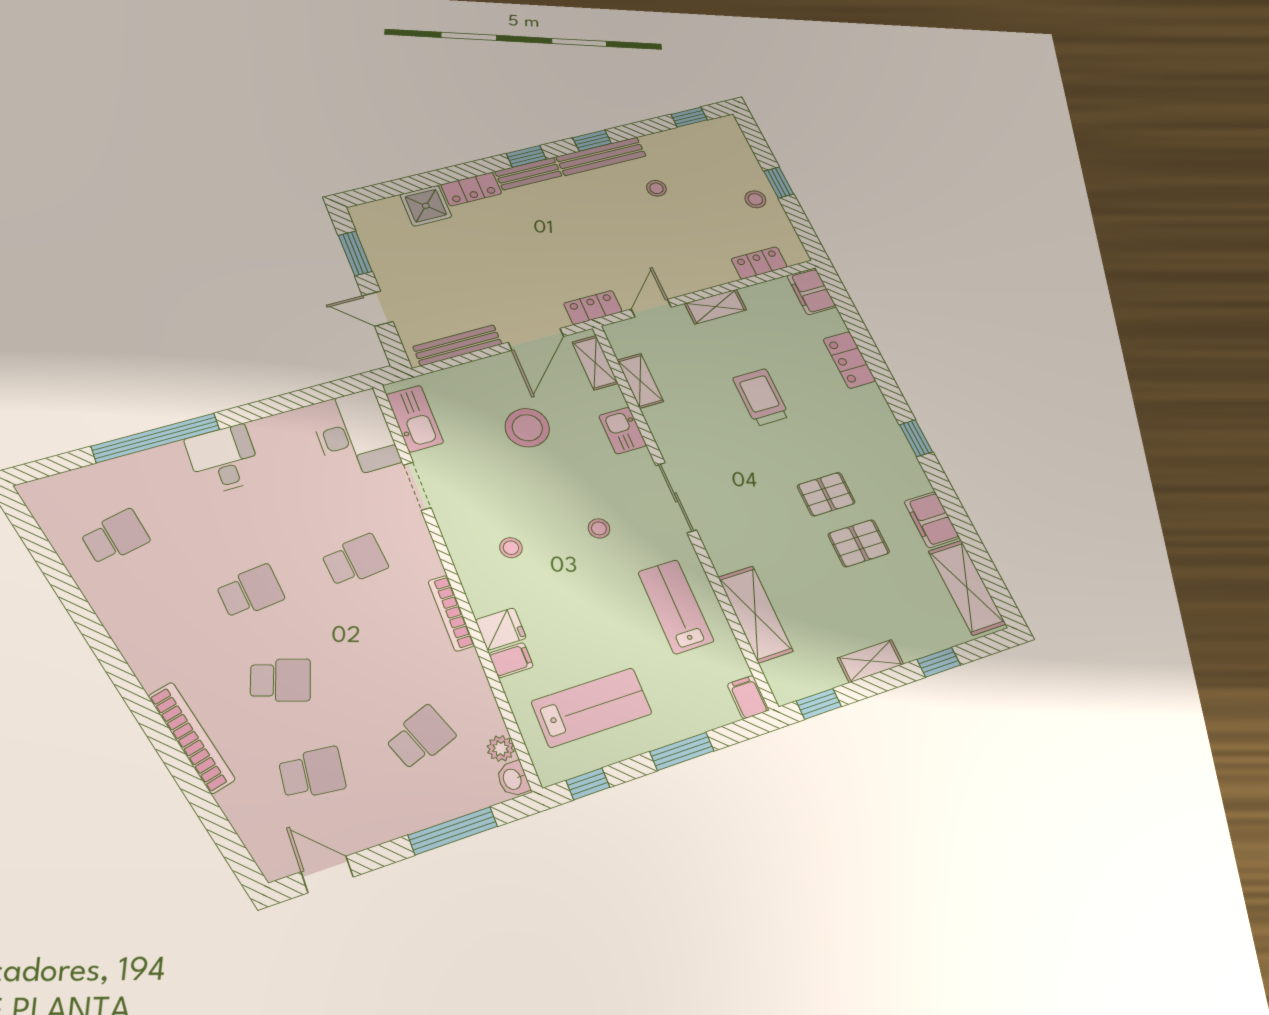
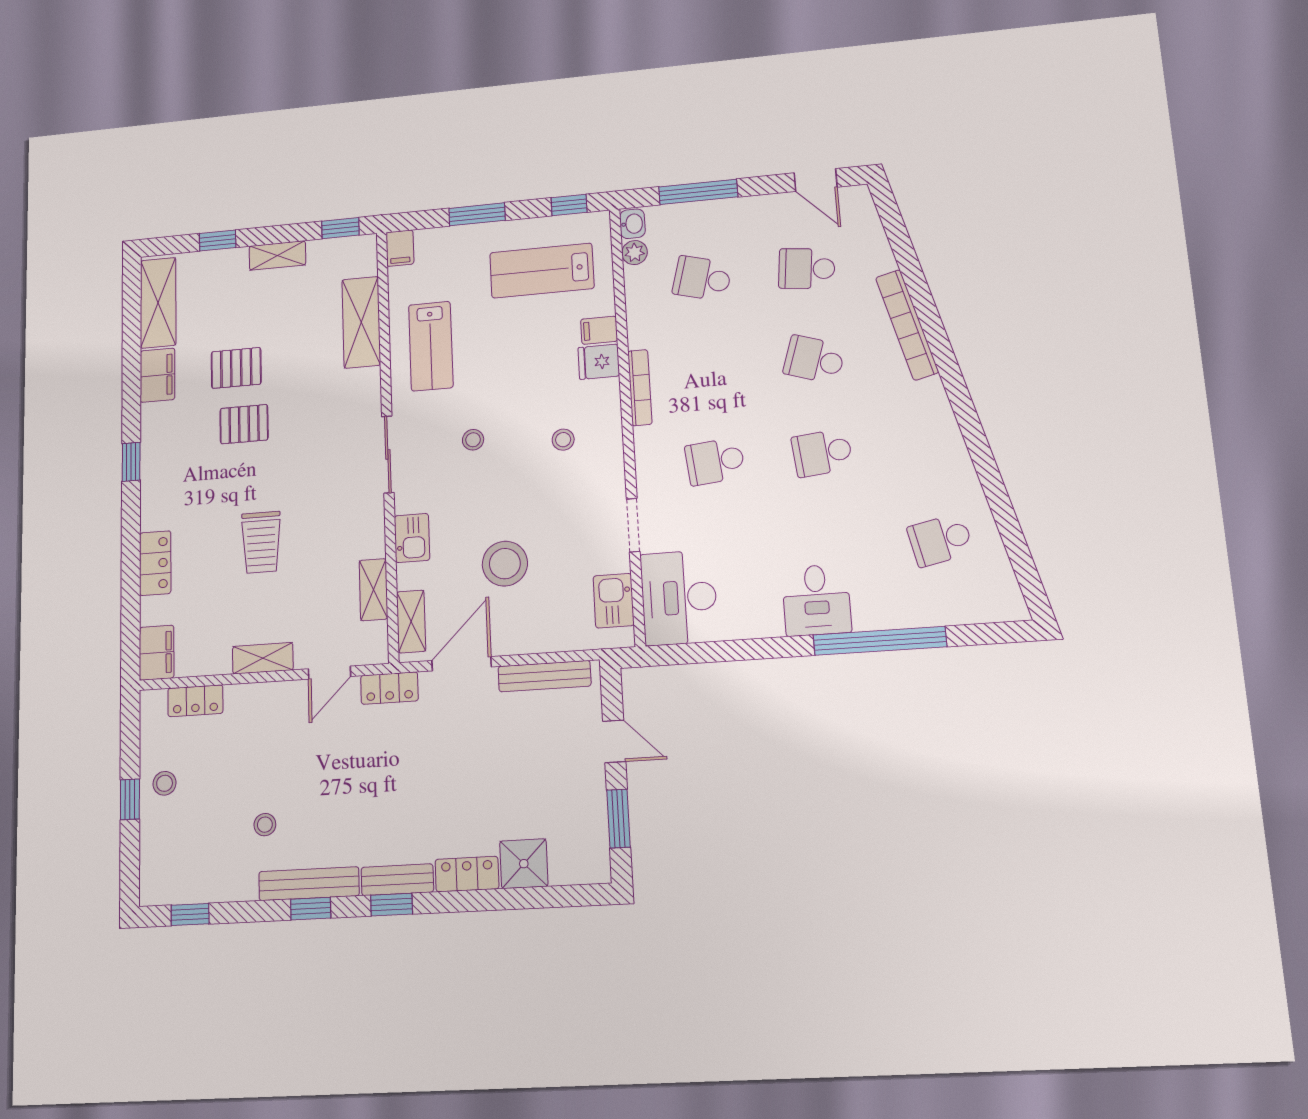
kitchen sink: (415, 419) -> (614, 601), width x0.73
school desk: (421, 737) -> (702, 278), turned 36

